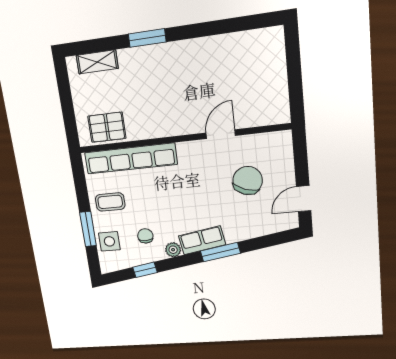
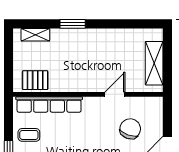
shelving: (274, 81) -> (154, 63), added

